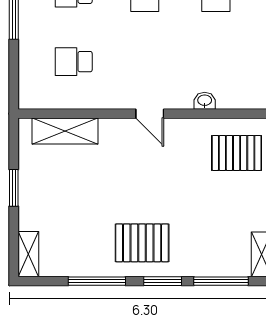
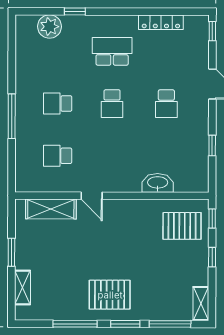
washbasin: (205, 101) -> (158, 183), width x1.91, depth x1.45
door: (150, 114) -> (92, 196), moved
shelving: (28, 254) -> (23, 288), moved

